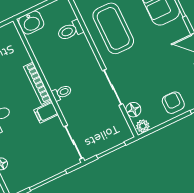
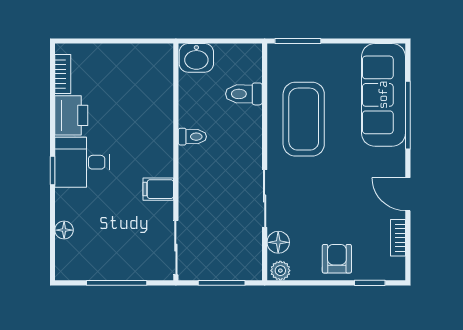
bookcase: (37, 83) -> (165, 144), removed
toilet: (62, 93) -> (192, 137), moved

